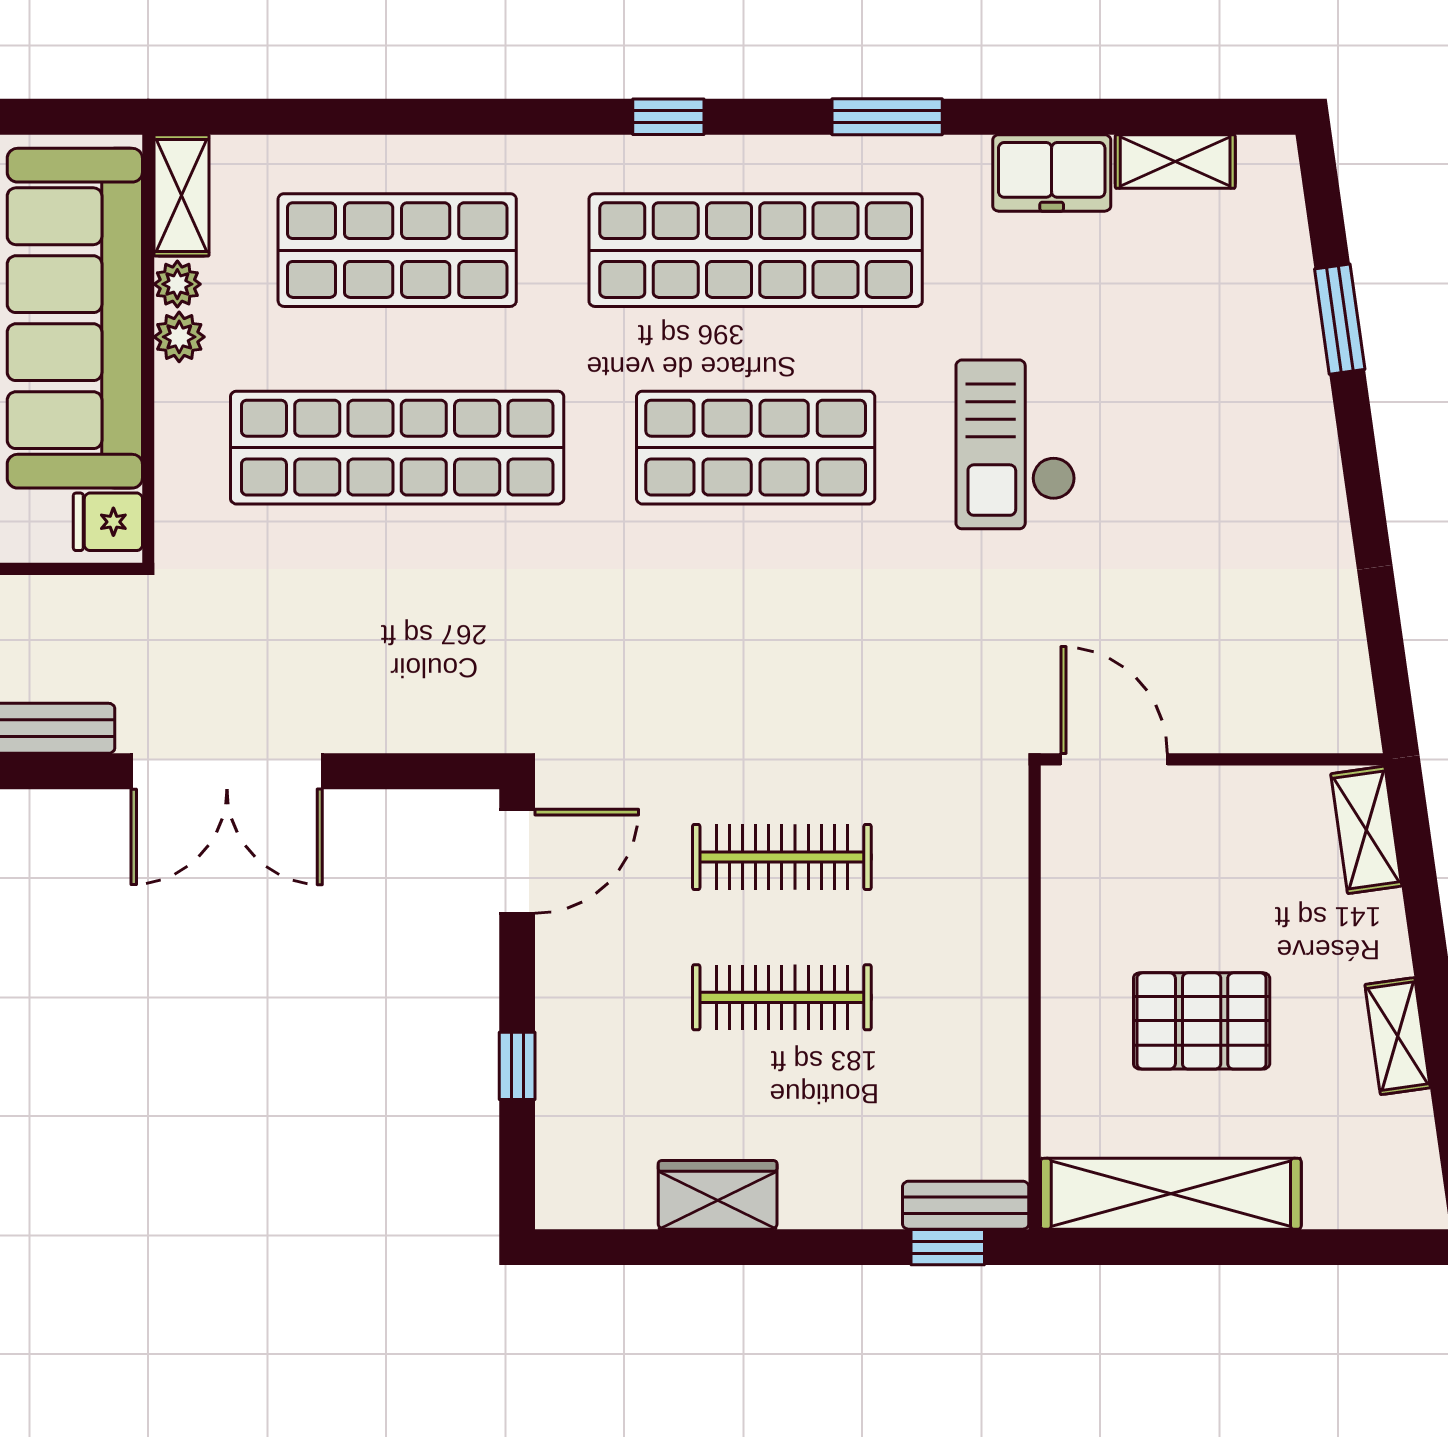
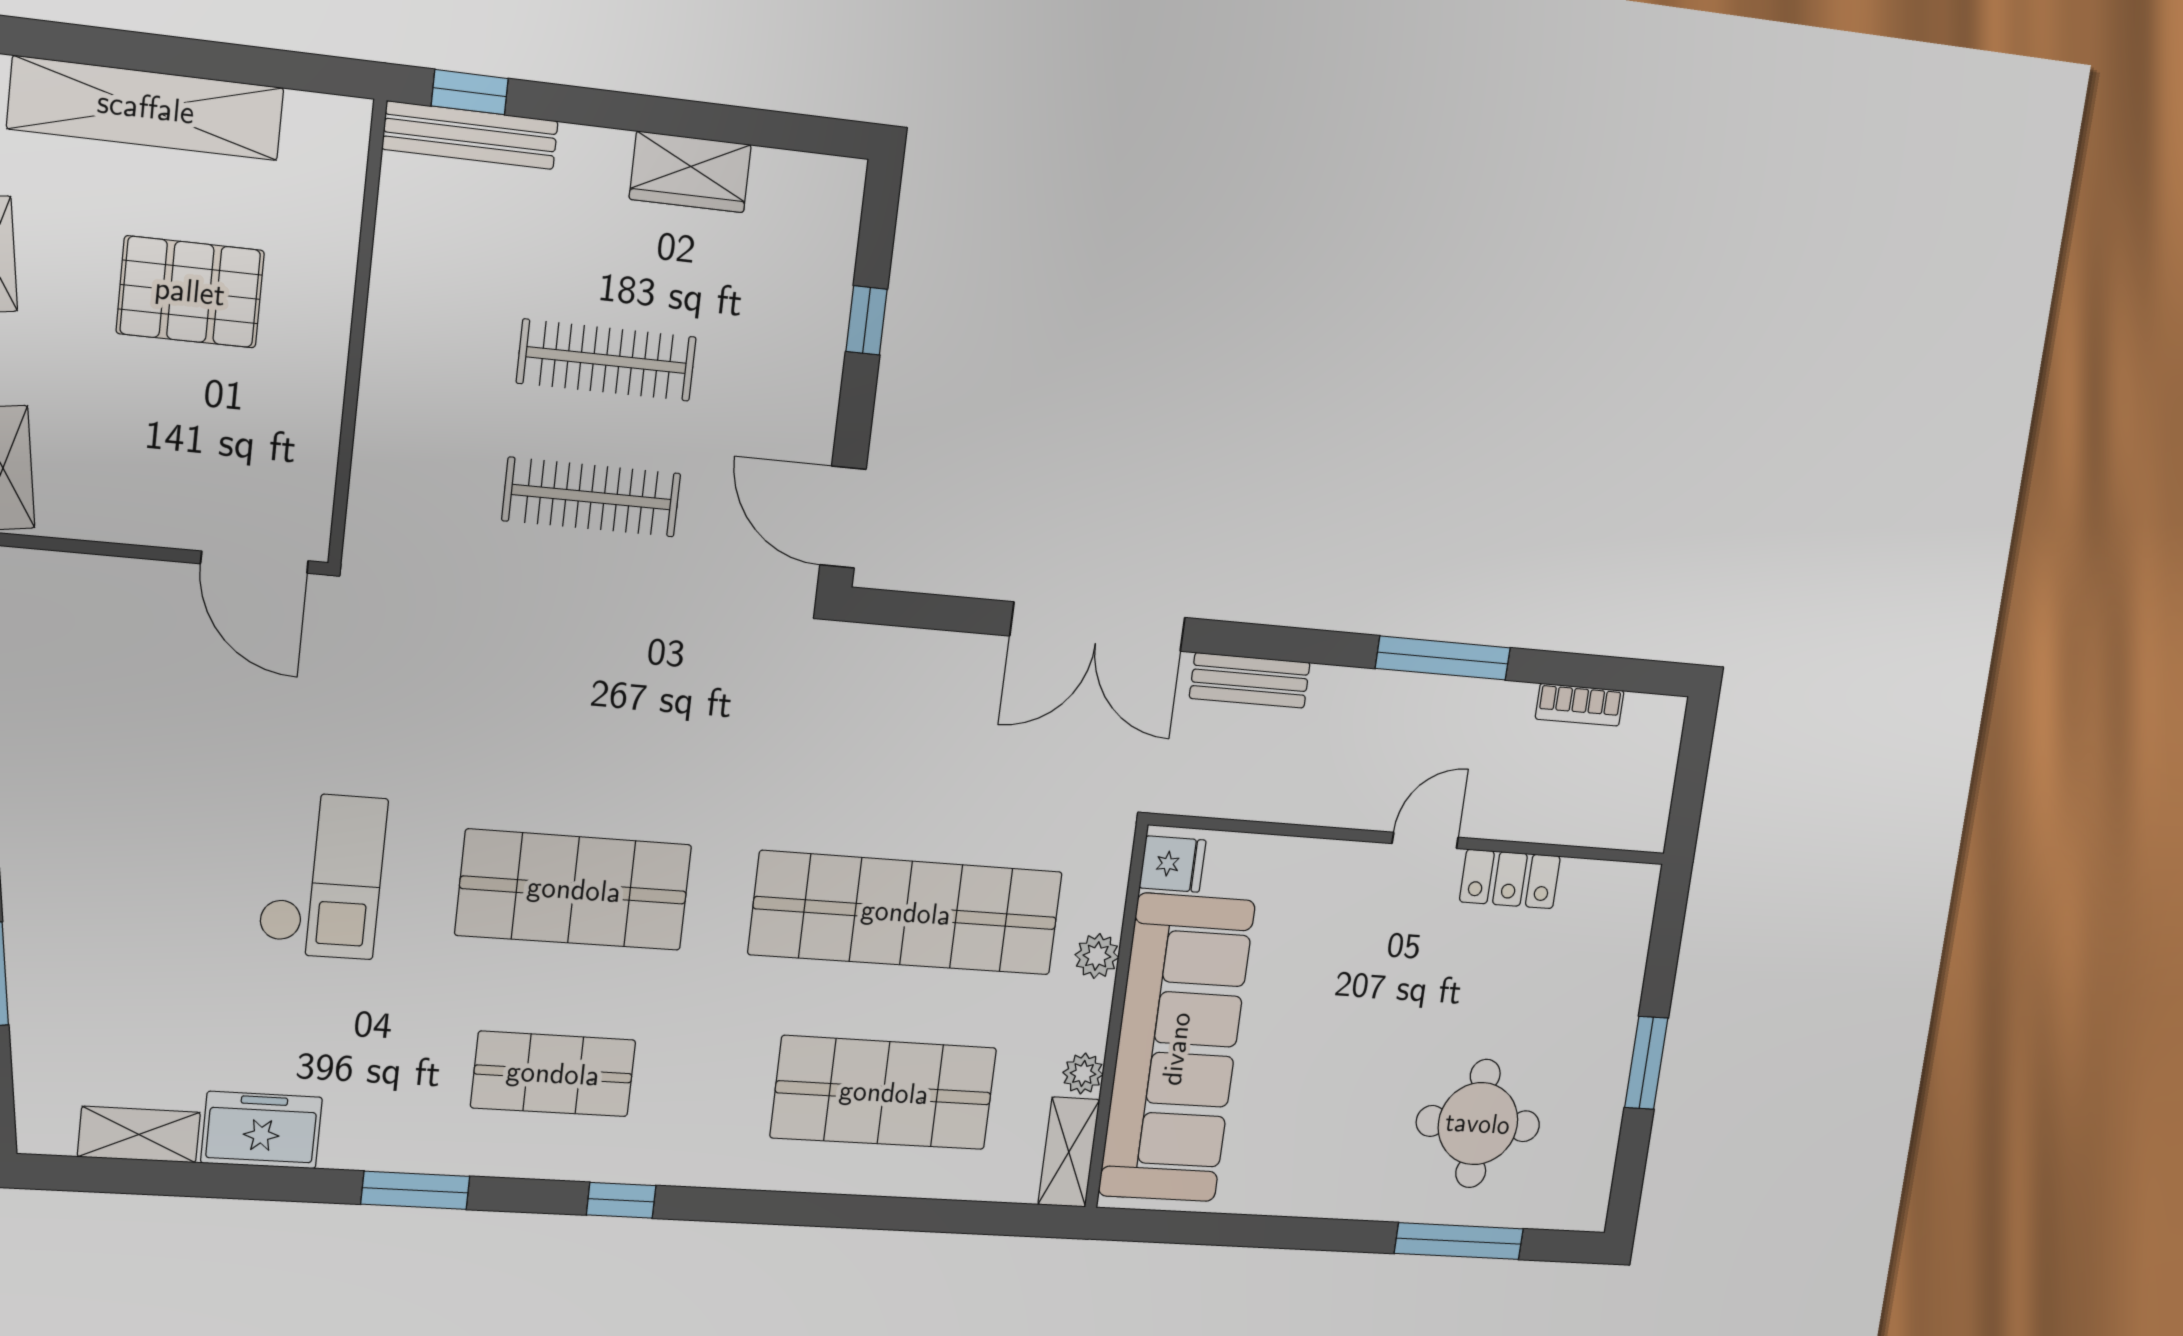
shop shelf: (756, 250) -> (553, 1074), width x0.50, depth x0.74
plant: (179, 337) -> (1097, 956), moved
double door: (227, 771) -> (1098, 627), swing flipped
door: (517, 861) -> (843, 517), hinge flipped
shelving: (1171, 1194) -> (146, 108), moved
bench: (966, 1205) -> (470, 135), width x1.36

